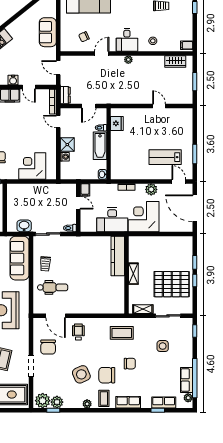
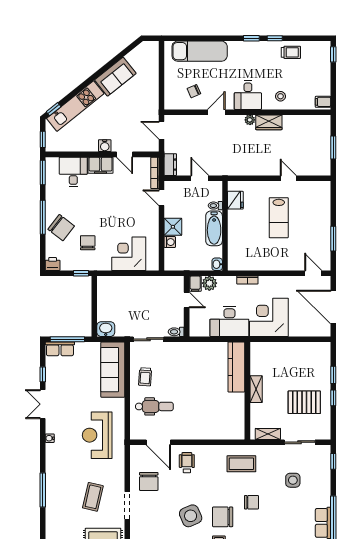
sofa: (48, 32) -> (115, 77), moved, turned -129
wardrobe: (175, 62) -> (269, 122), moved
door: (89, 106) -> (200, 178), swing flipped
lab bench: (165, 157) -> (279, 218), moved, turned -90
plant: (151, 189) -> (209, 283), moved
washbasin: (24, 226) -> (106, 329), moved
pallet: (172, 284) -> (304, 402), width x0.73, depth x0.71

